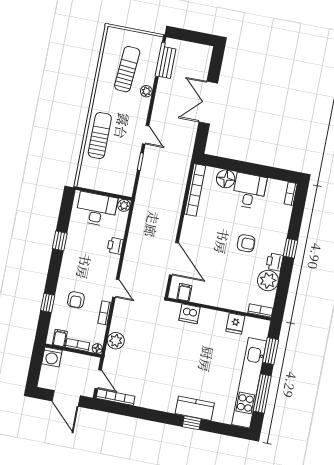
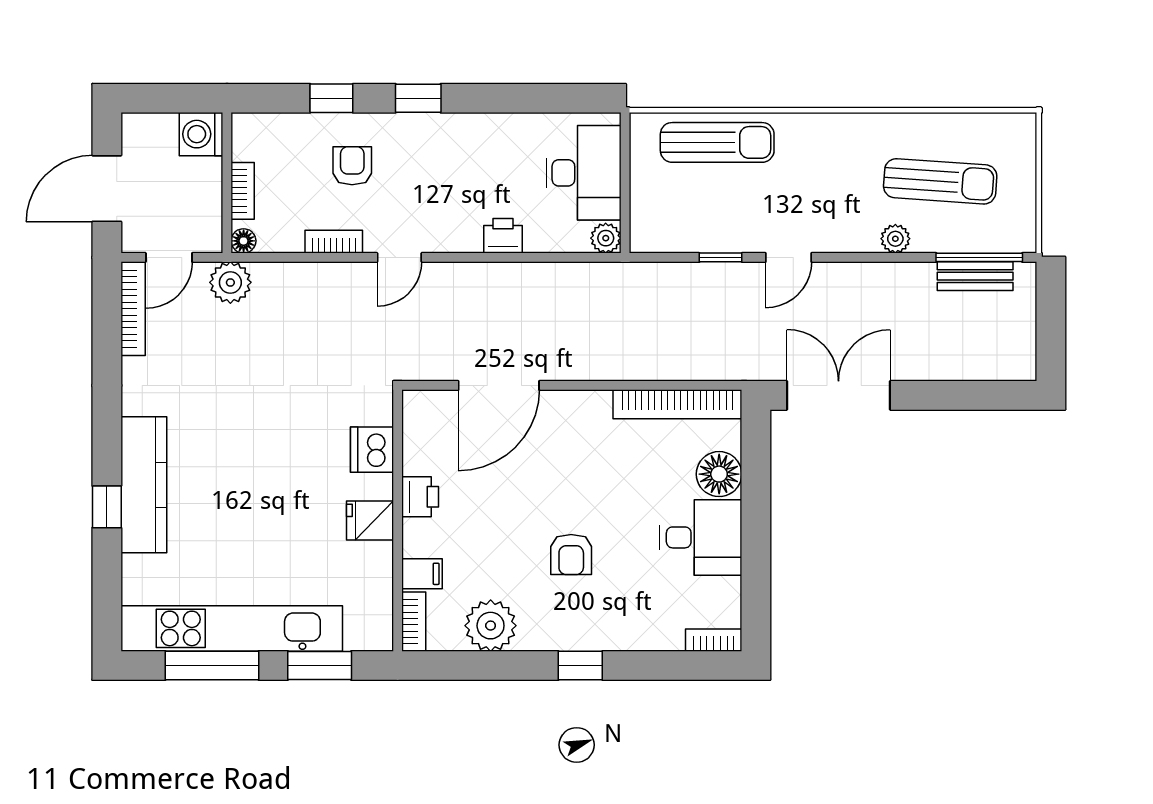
double door: (208, 103) -> (839, 395), moved
sun lounger: (100, 136) -> (717, 142), moved
window: (60, 241) -> (418, 98), moved
printer: (275, 262) -> (420, 497), moved, turned 90
filing cabinet: (184, 292) -> (422, 574), moved
armchair: (76, 300) -> (352, 166), turned 90
fridge: (235, 324) -> (370, 520), moved
filing cabinet: (60, 338) -> (251, 144), removed
plant: (116, 341) -> (230, 282), moved
kitchen counter: (195, 408) -> (144, 485), width x1.50

